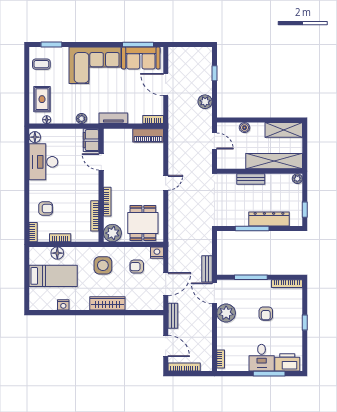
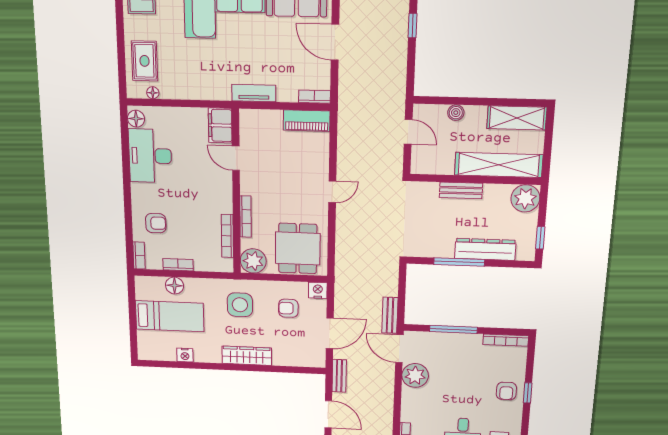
plant: (205, 102) -> (396, 71), removed
plant: (81, 119) -> (205, 92), removed
plant: (297, 179) -> (525, 198), width x1.87, depth x1.87
armchair: (266, 314) -> (506, 391), moved

